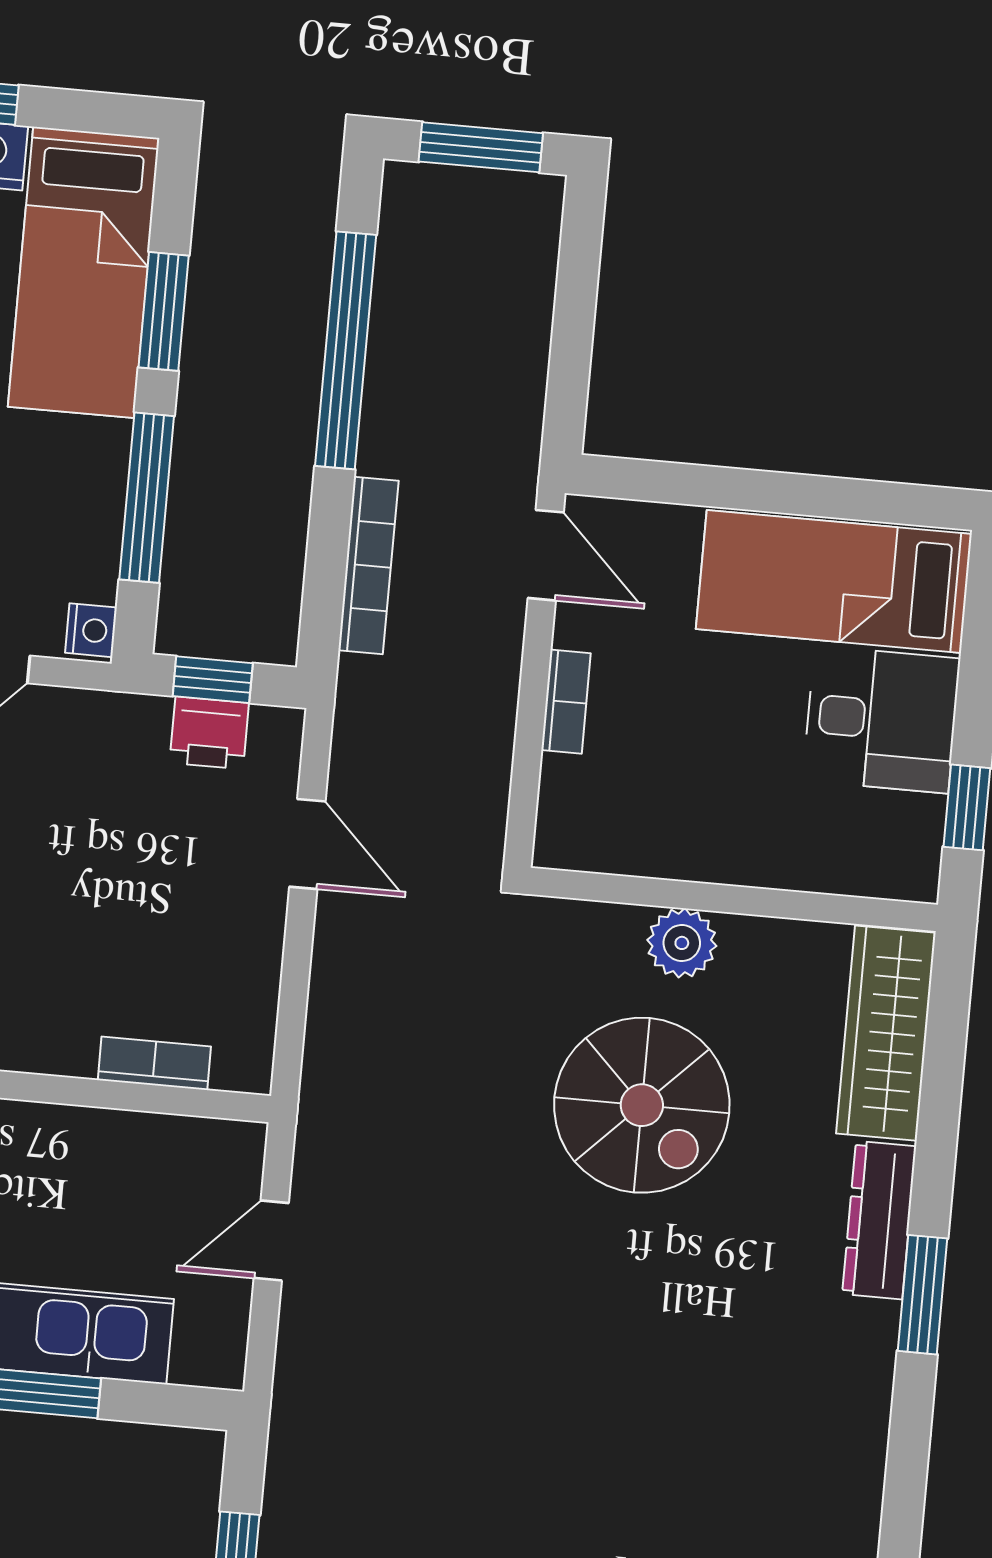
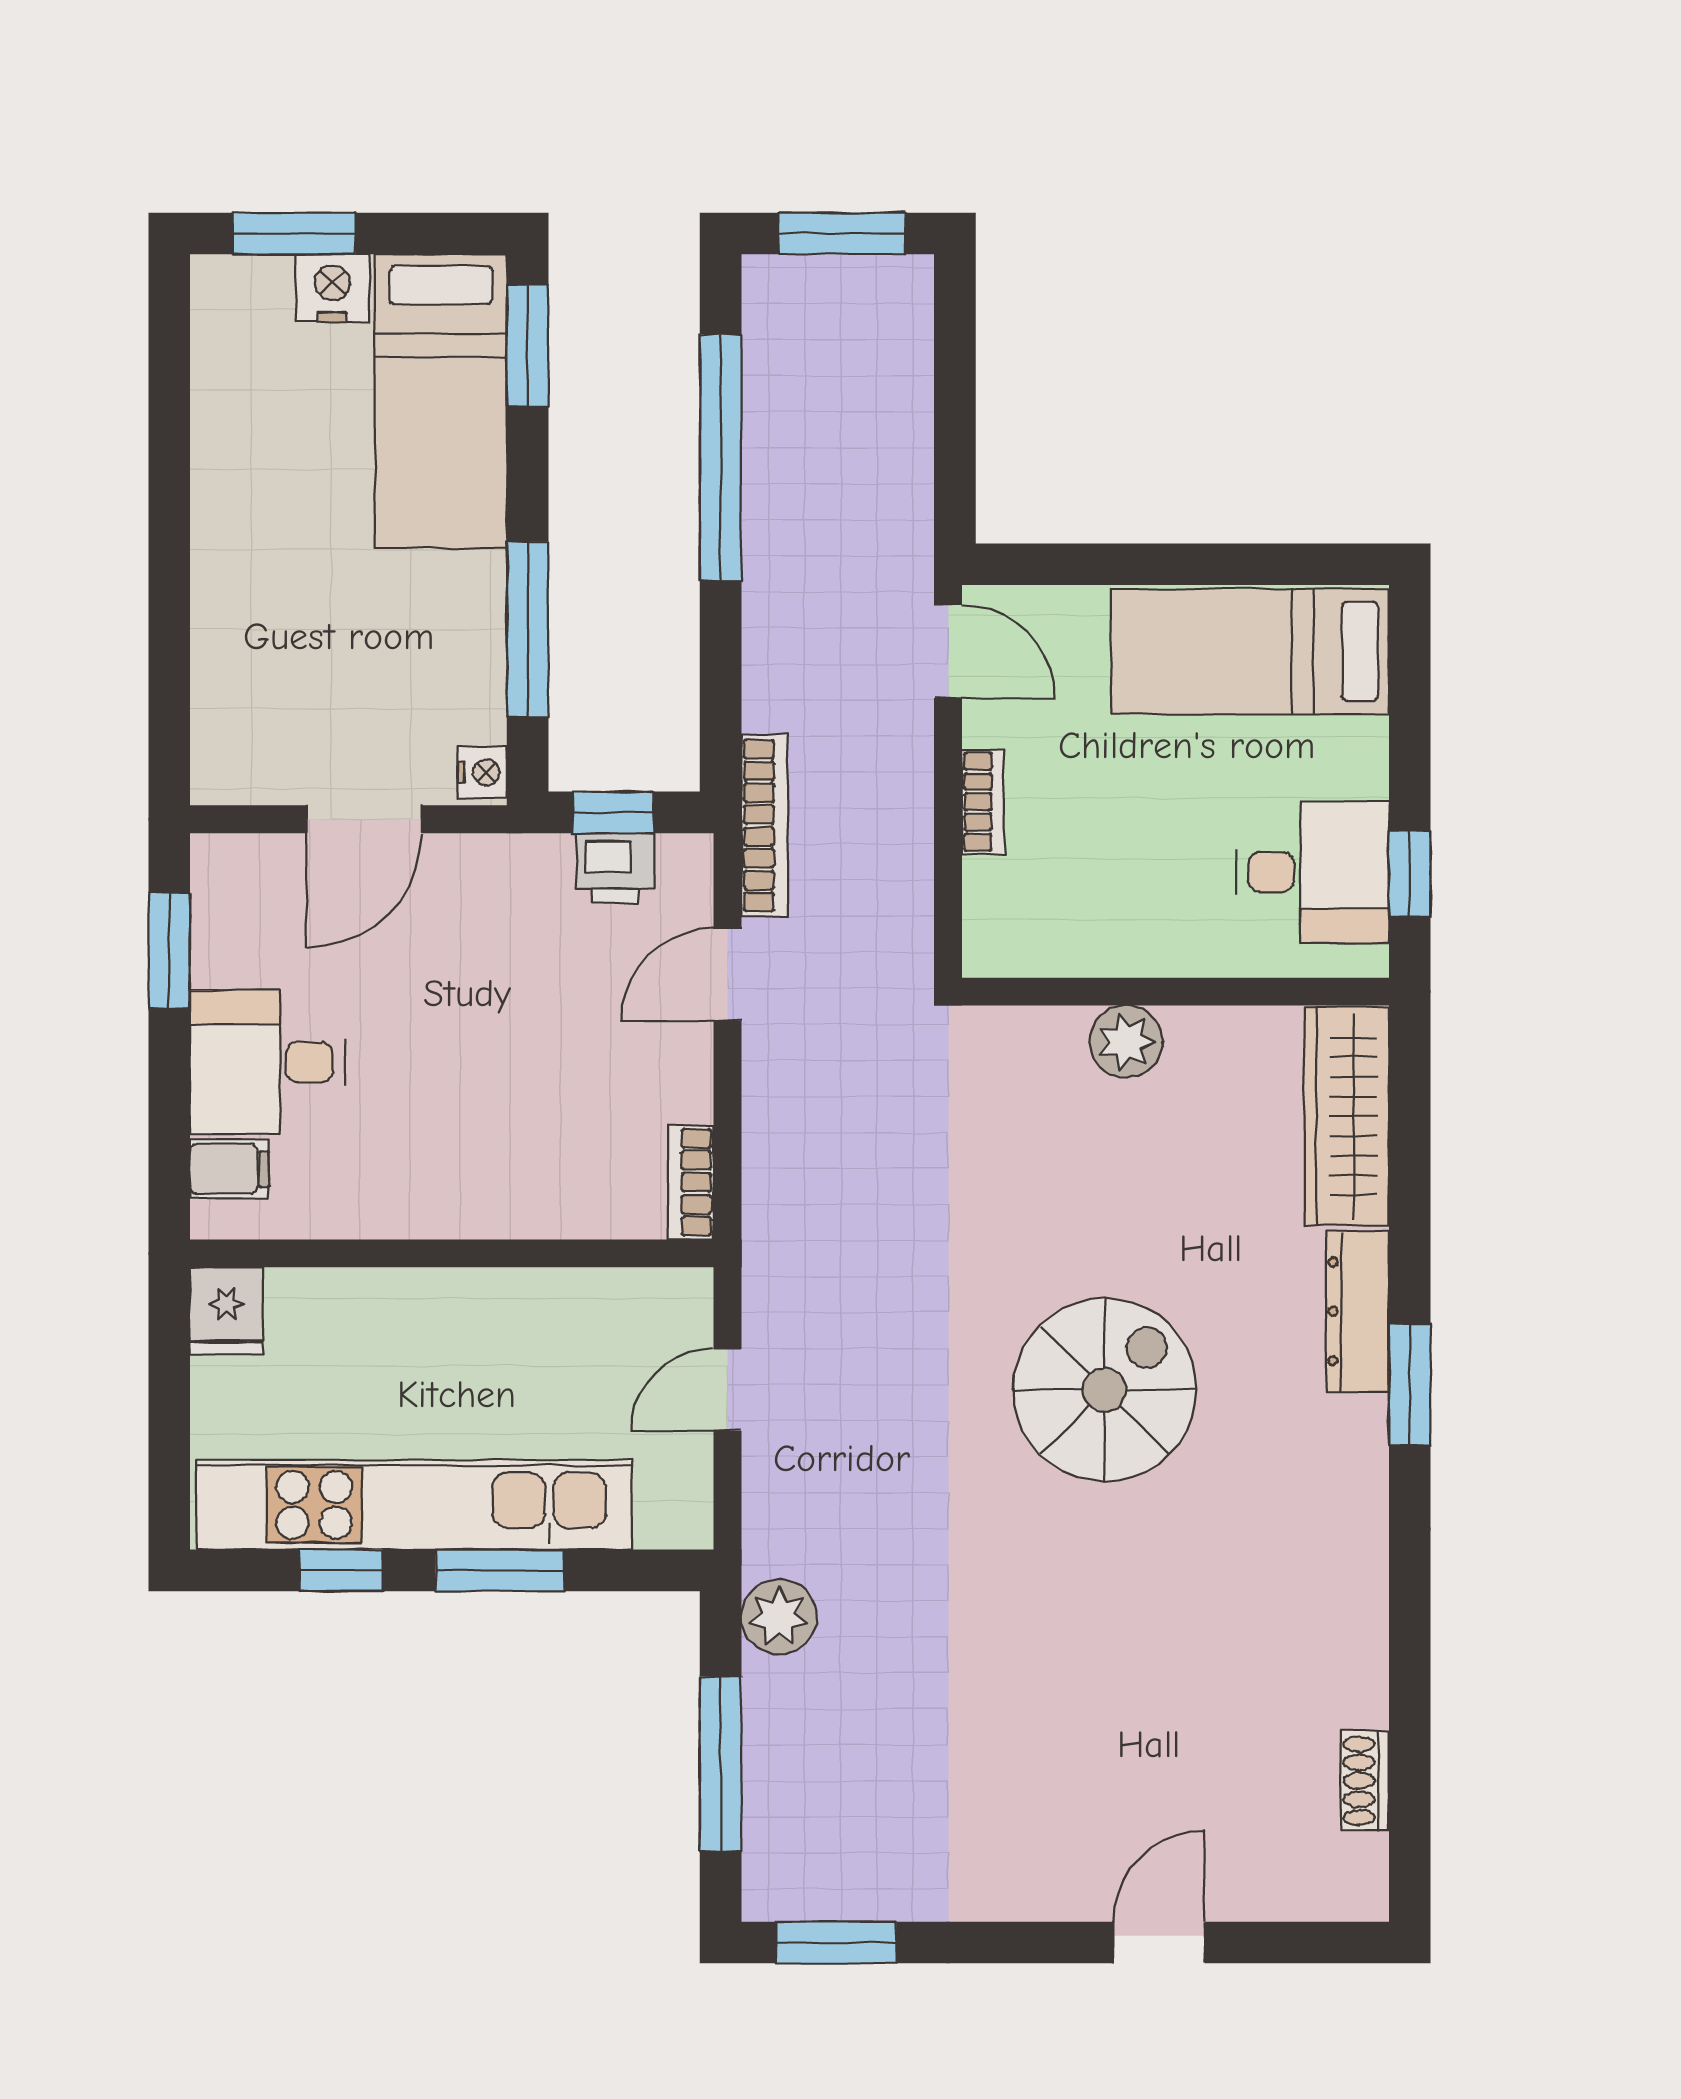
window: (164, 311) -> (528, 346), moved
bookcase: (368, 566) -> (765, 825), moved
desk: (881, 719) -> (1313, 872), moved
door: (307, 844) -> (727, 974), swing flipped
bookcase: (154, 1063) -> (691, 1182), moved, turned -90
spiral stairs: (642, 1105) -> (1105, 1390), moved, turned -90
plant: (301, 1461) -> (779, 1617), added

